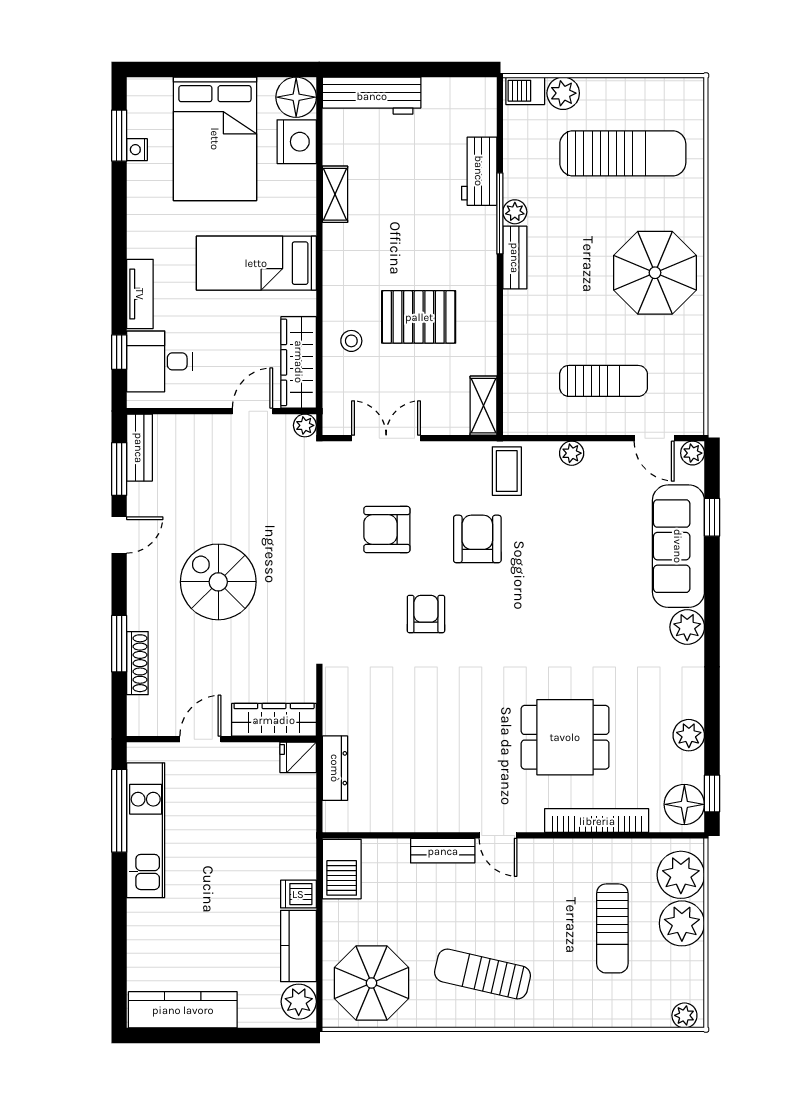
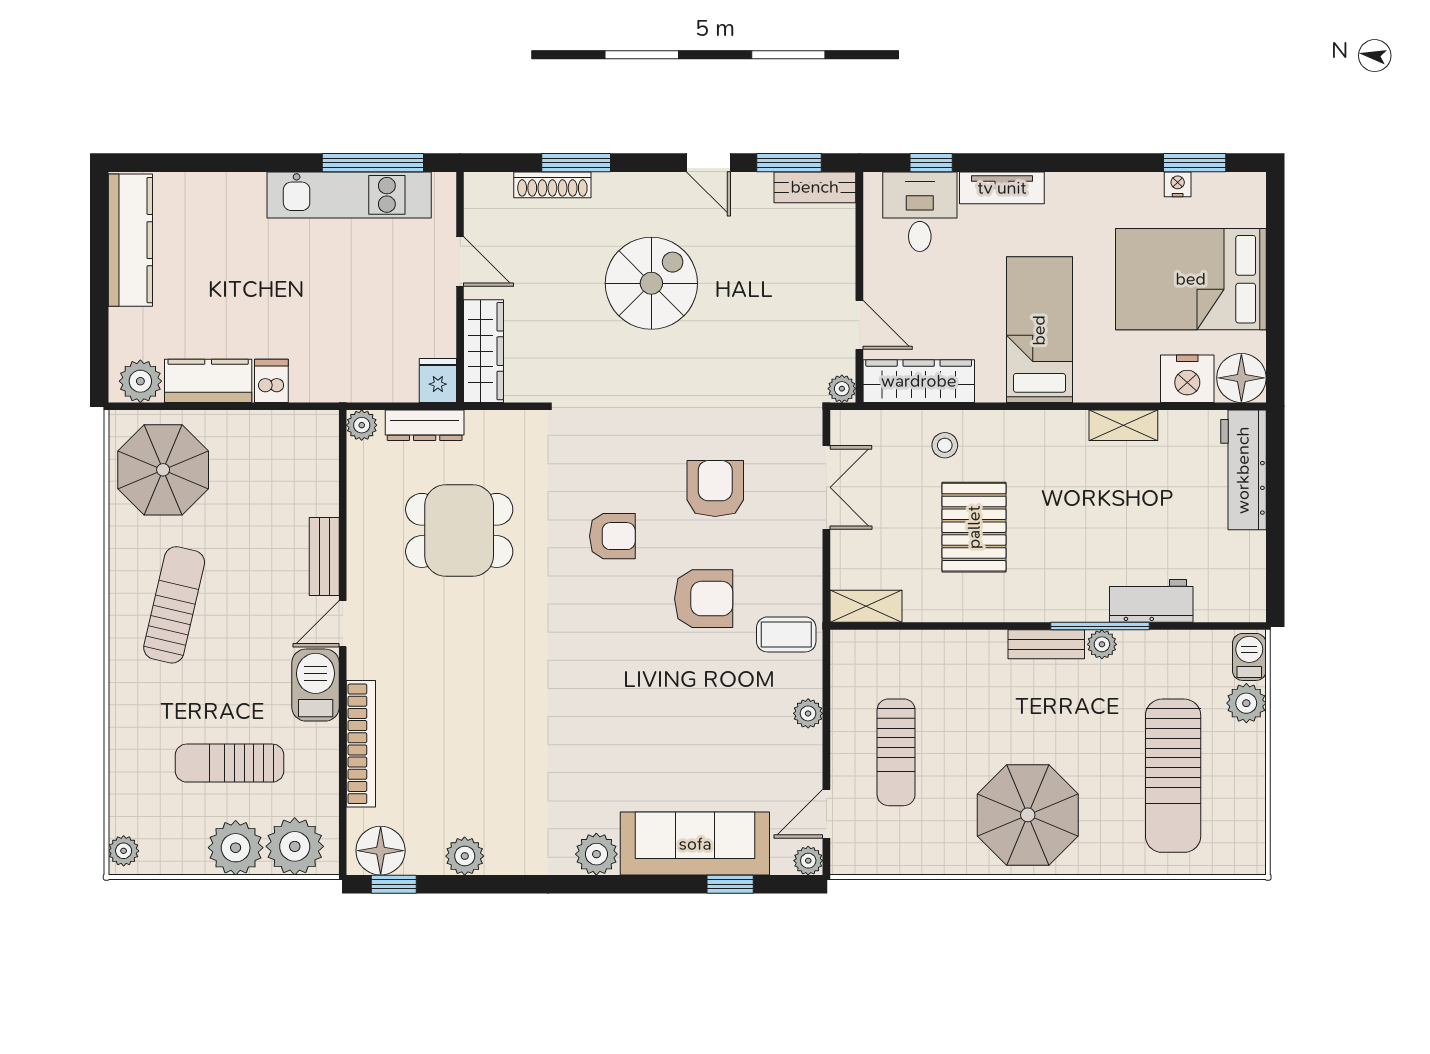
dining table: (565, 737) -> (459, 530), moved, turned 90
plant: (335, 820) -> (362, 425), added
barbecue: (342, 869) -> (316, 685), moved, turned 90

